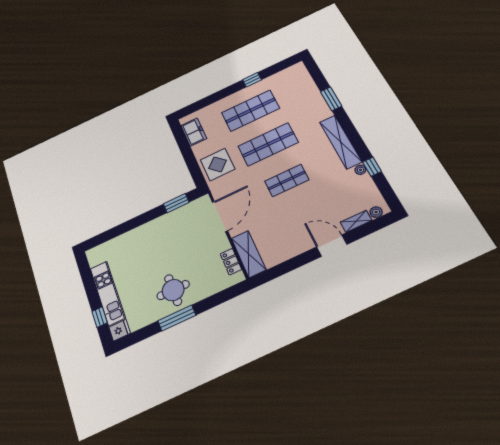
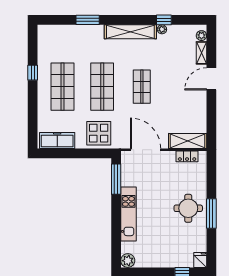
freezer: (194, 132) -> (57, 140), width x1.40
window: (176, 203) -> (116, 179), width x1.44
plant: (94, 255) -> (128, 261), added
kitchen unit: (108, 293) -> (128, 214), moved, turned 90

